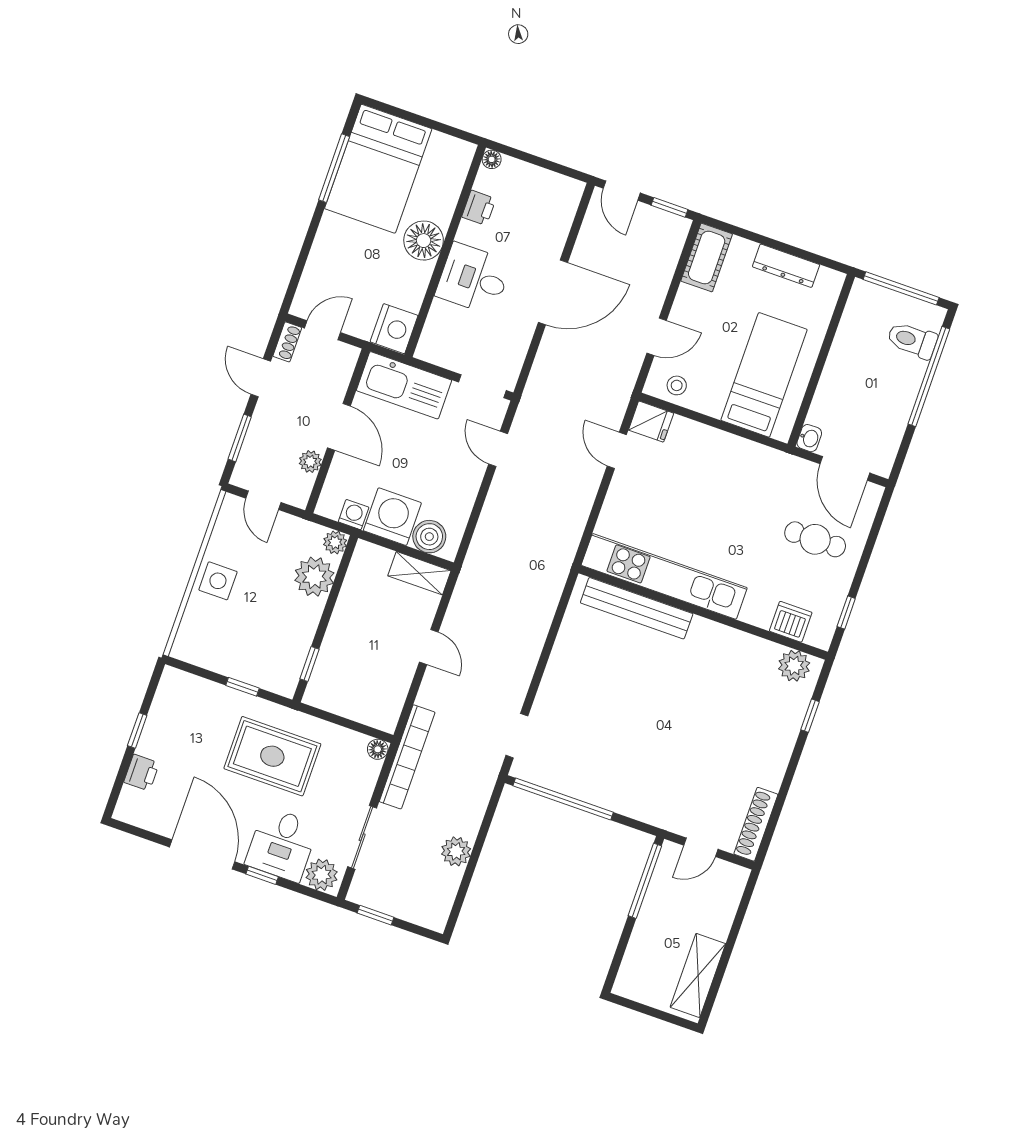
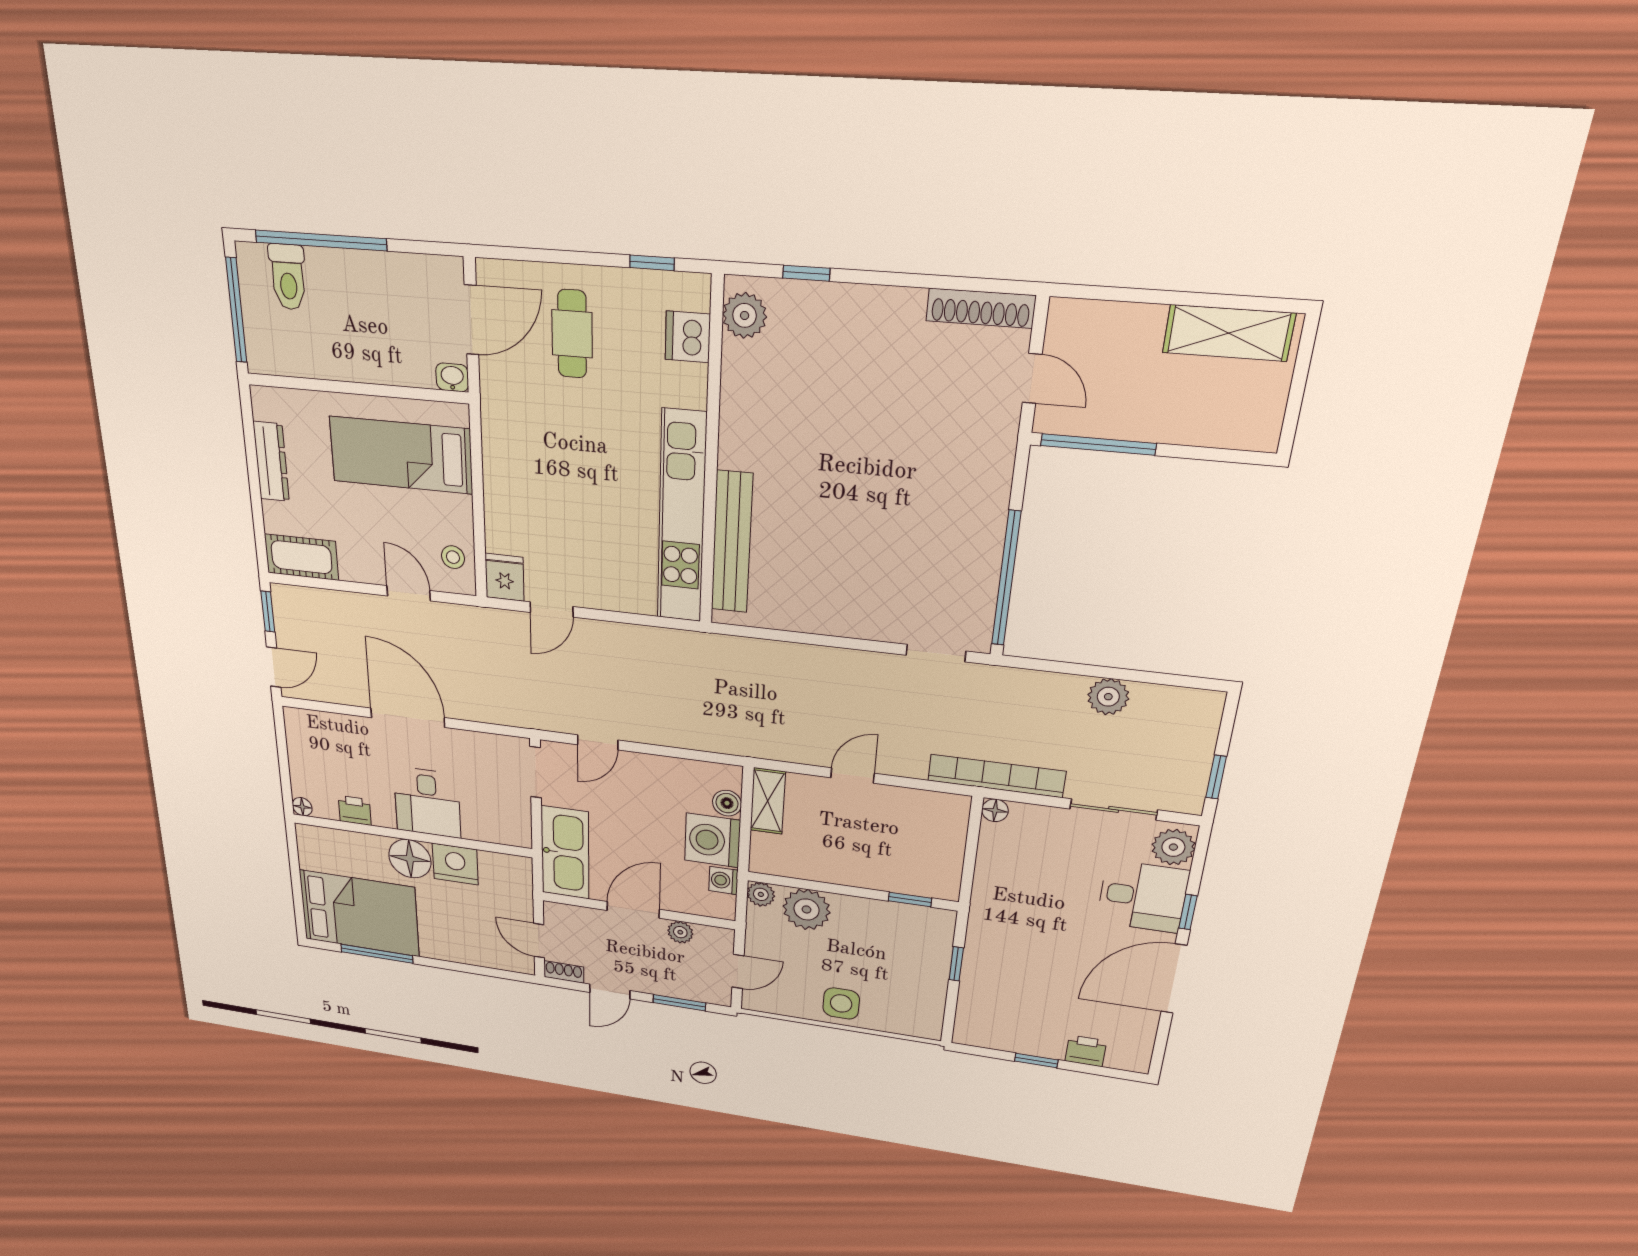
nightstand: (394, 329) -> (455, 864), moved
boiler: (429, 537) -> (727, 803), width x0.73, depth x0.73
rug: (272, 756) -> (1033, 922), removed

